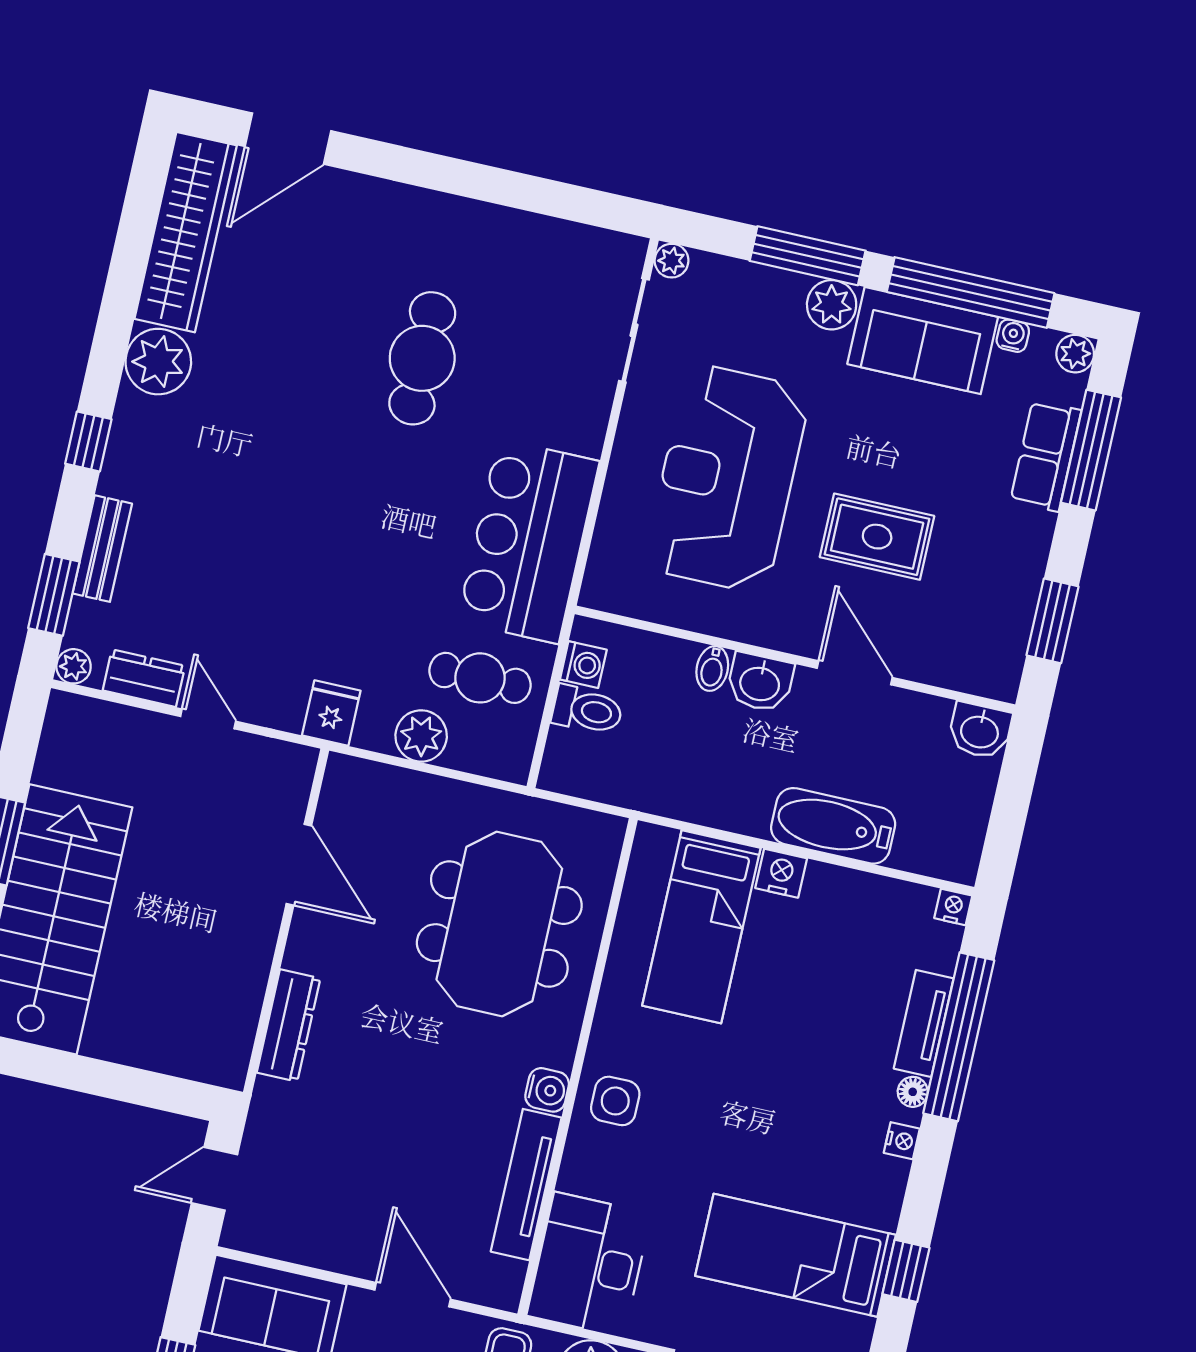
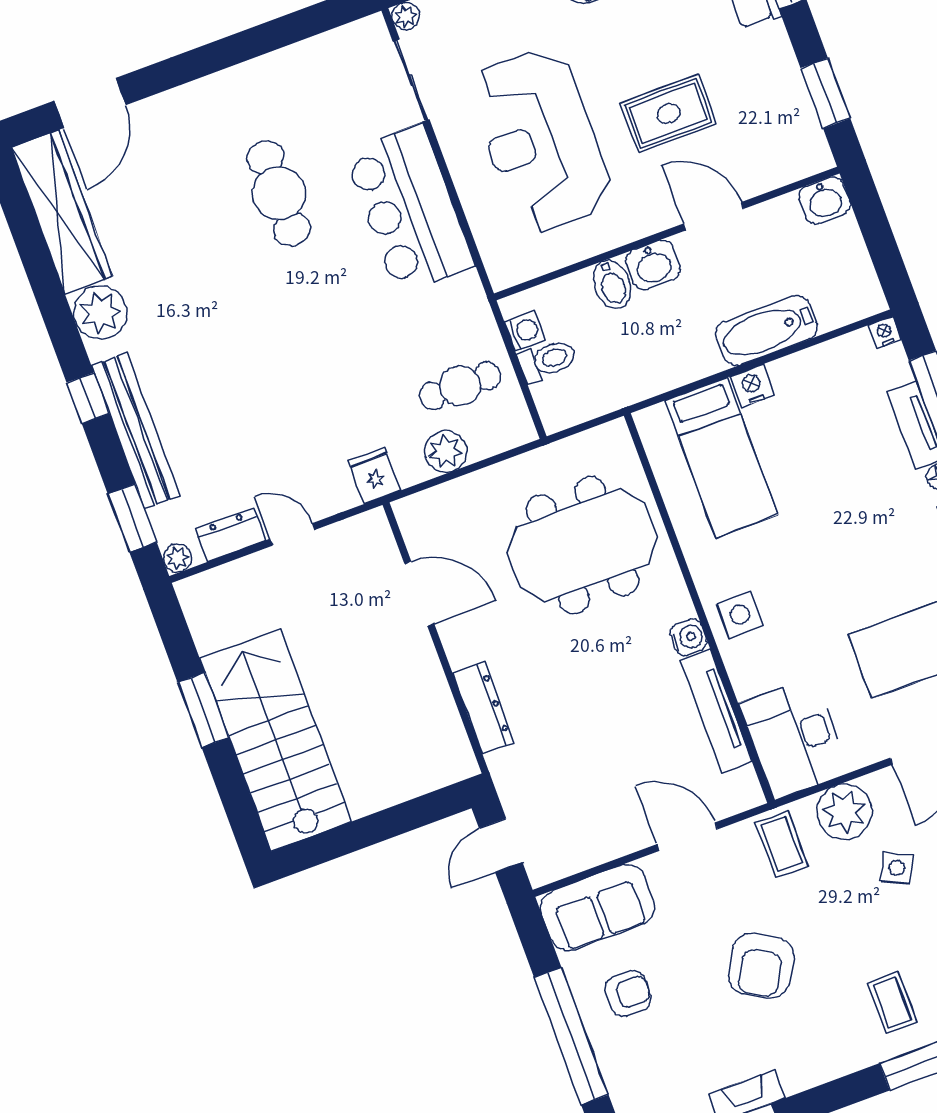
bar counter: (528, 541) -> (409, 209), moved
bench: (102, 549) -> (136, 431), width x1.86, depth x1.21
bidet: (712, 669) -> (612, 284), width x1.38, depth x1.36
meeting table: (499, 924) -> (582, 545), turned 90

